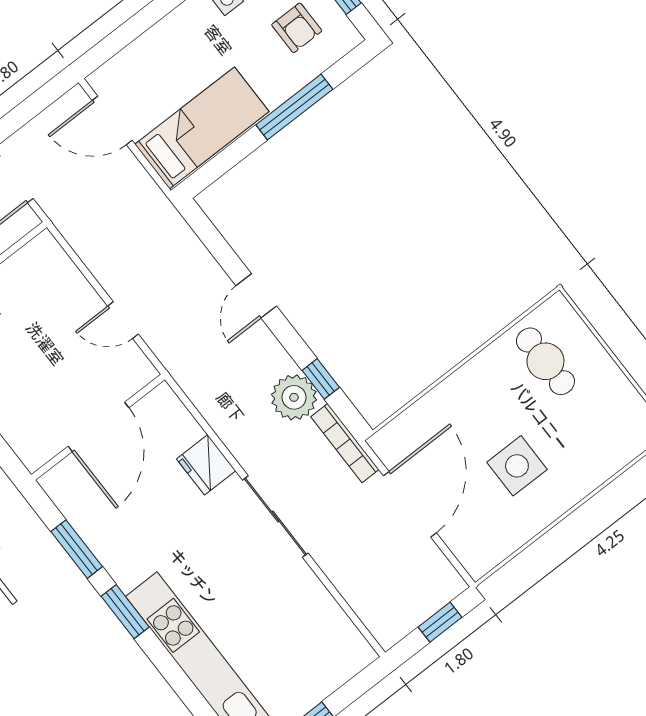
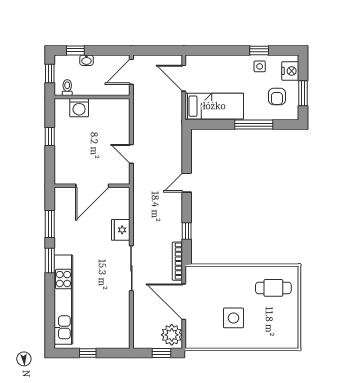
cafe table: (545, 361) -> (273, 288), turned 90
plant: (294, 397) -> (172, 335), moved
door: (410, 504) -> (184, 302), swing flipped

